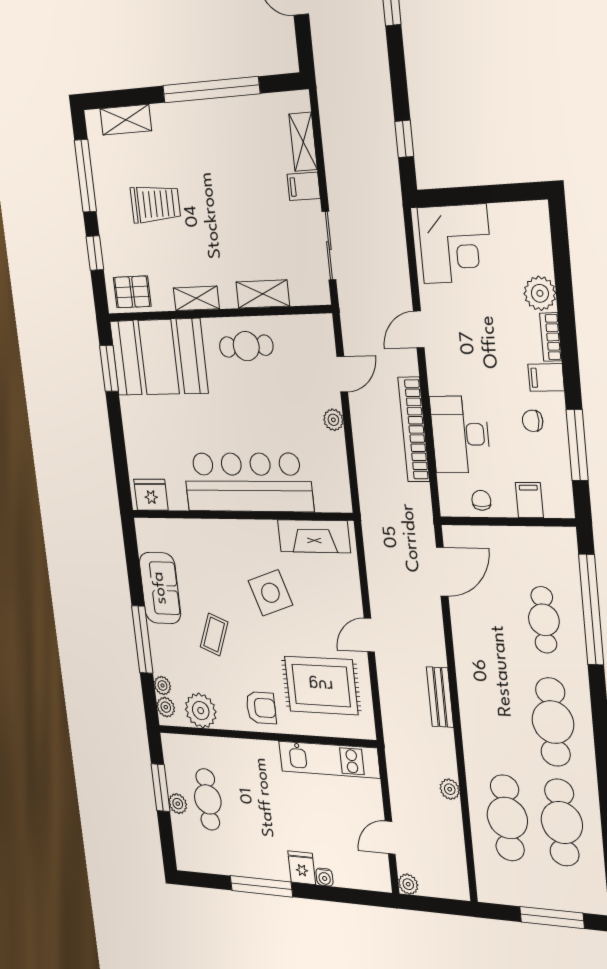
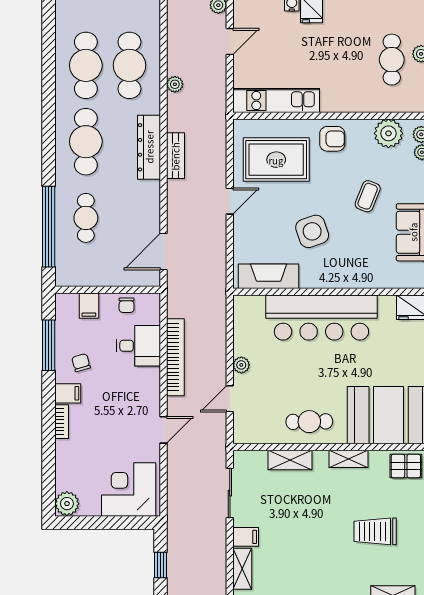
plant: (540, 293) -> (67, 504), moved
chair: (533, 421) -> (81, 363), turned -106
desk: (460, 434) -> (138, 346), width x0.73
armchair: (261, 708) -> (332, 139), turned 180
dresser: (473, 710) -> (149, 147), added

